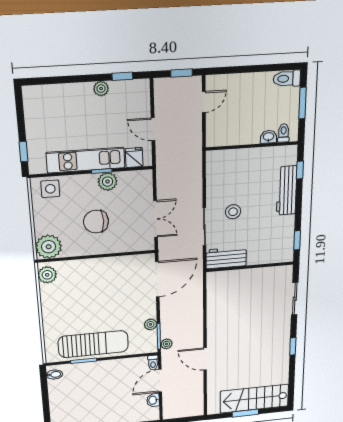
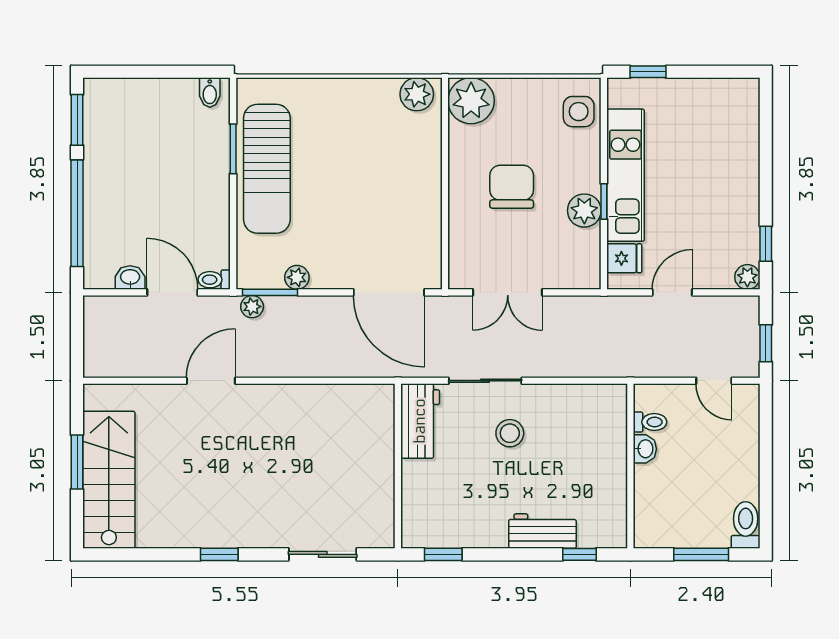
plant: (101, 89) -> (747, 277), moved
toilet: (284, 133) -> (650, 422), moved
washbasin: (269, 137) -> (645, 449), moved
workbench: (287, 191) -> (542, 531), width x0.73

